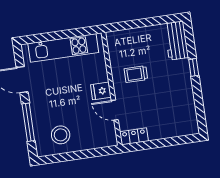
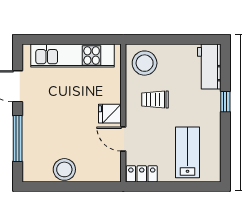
stool: (123, 46) -> (145, 63), added
lab bench: (169, 113) -> (188, 152), added
stool: (61, 135) -> (64, 169), moved

